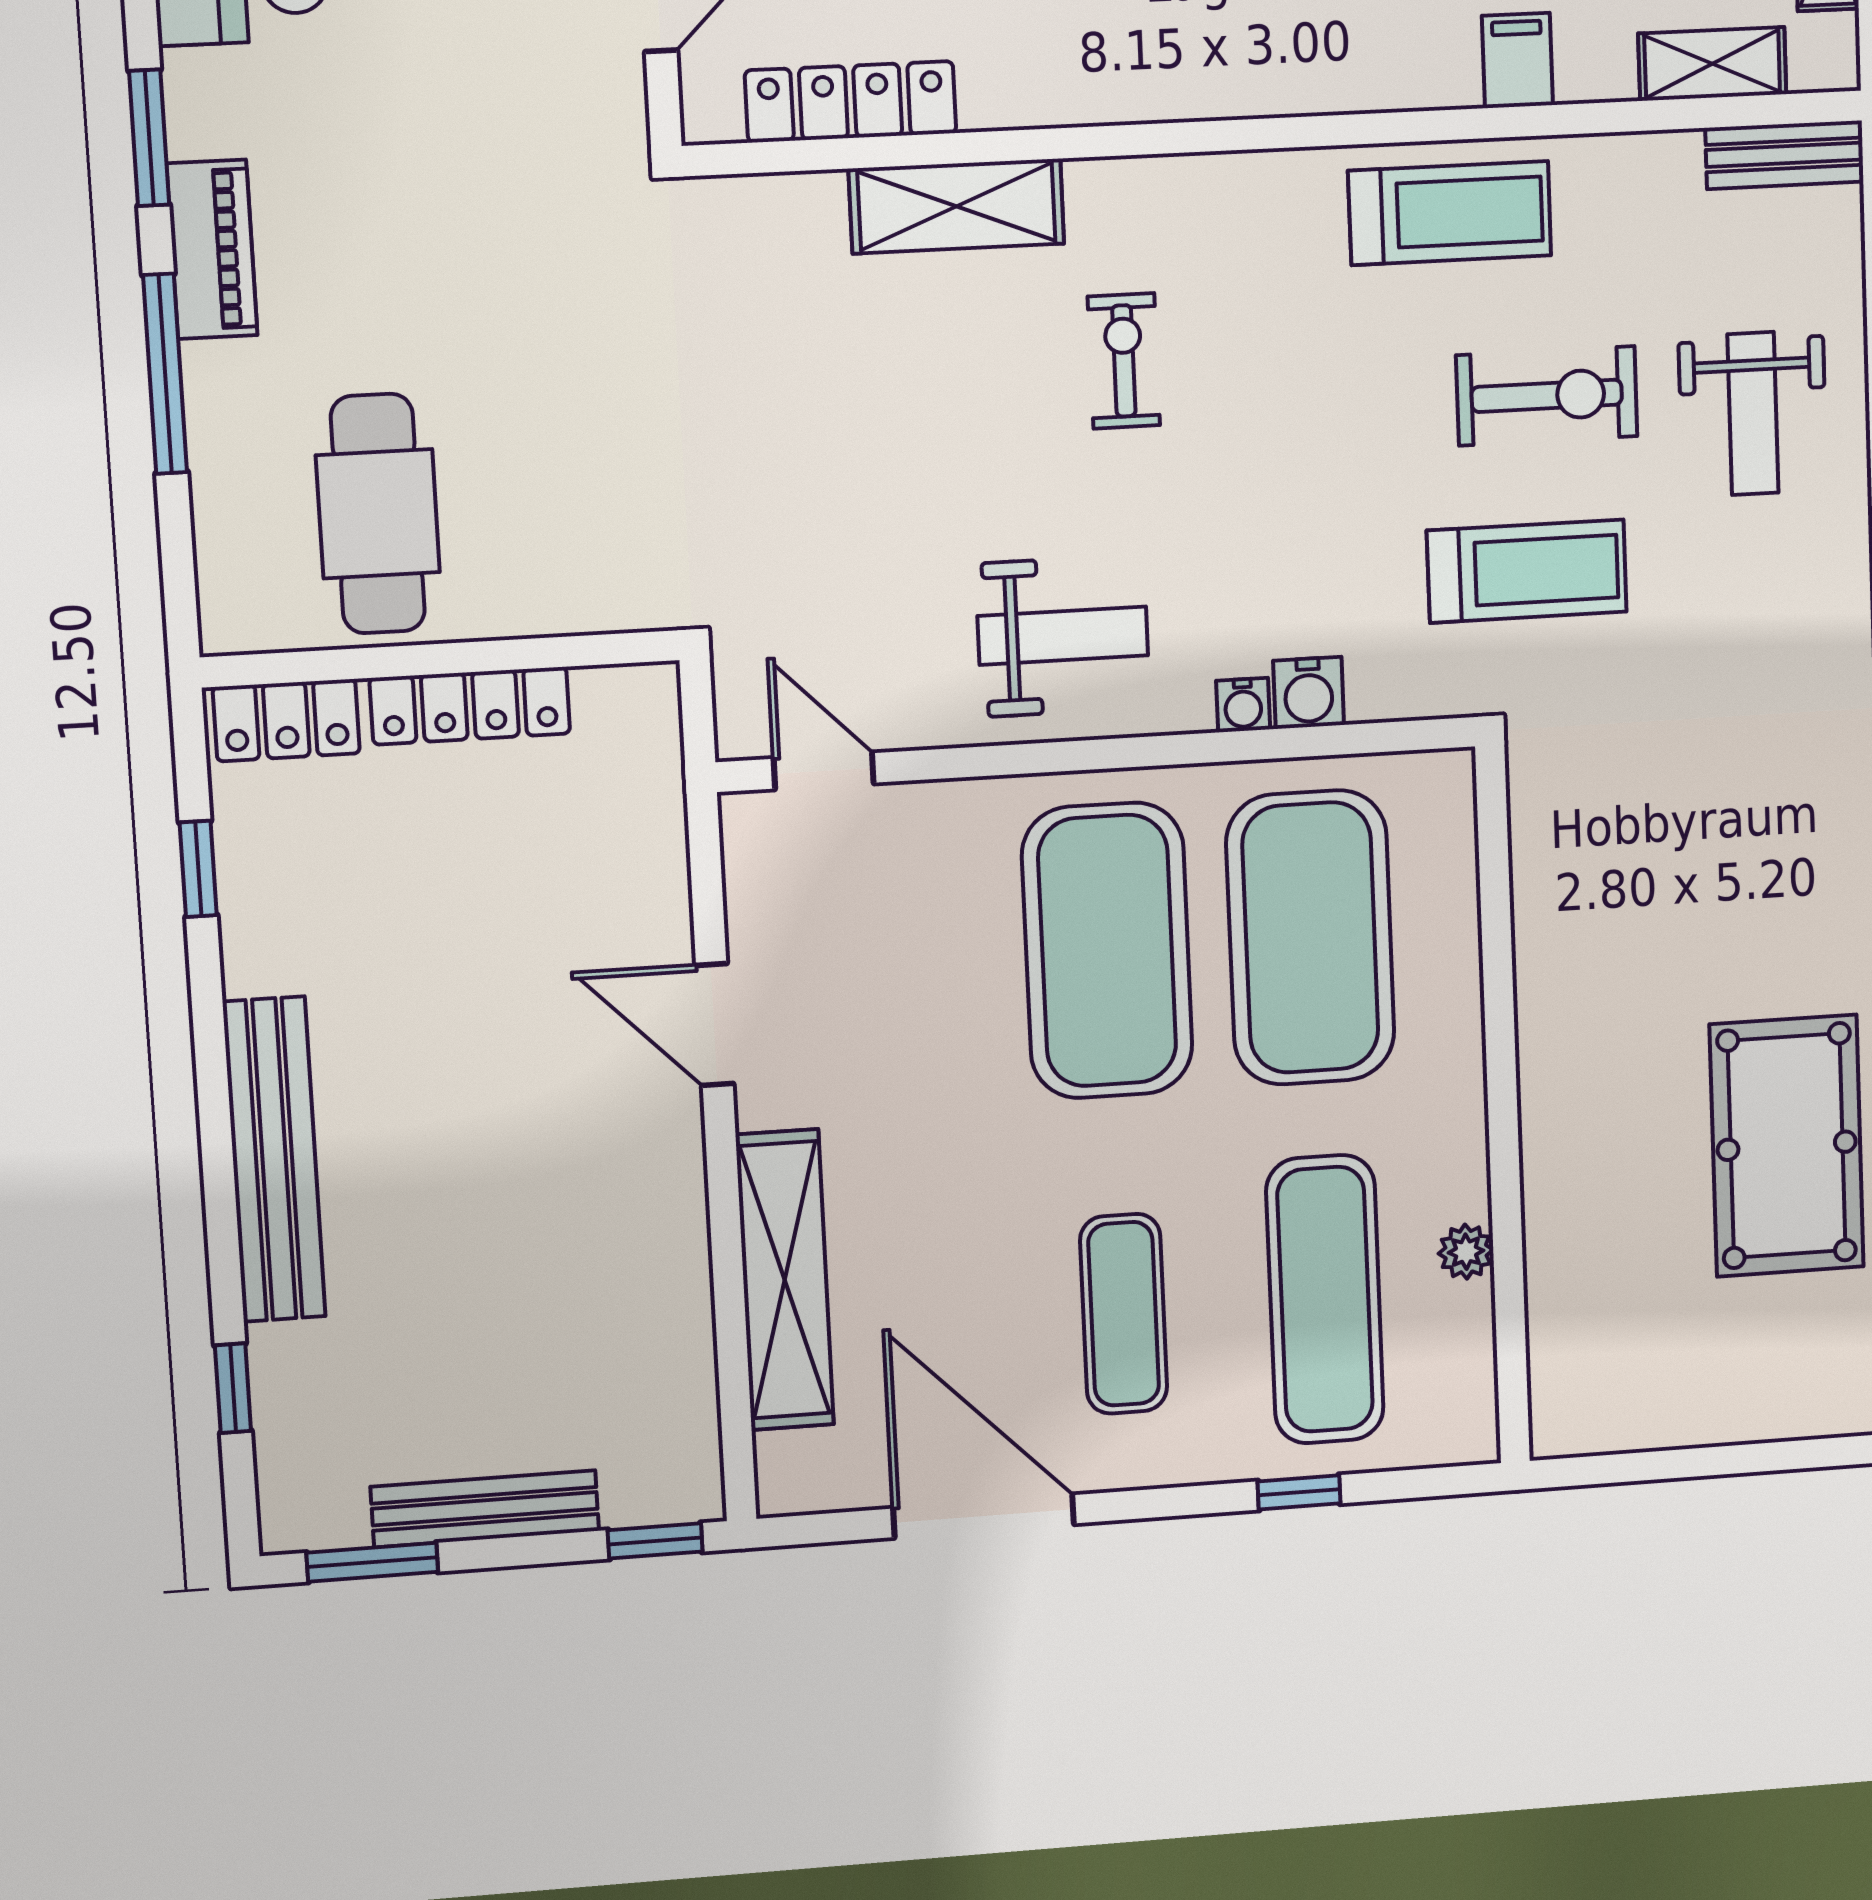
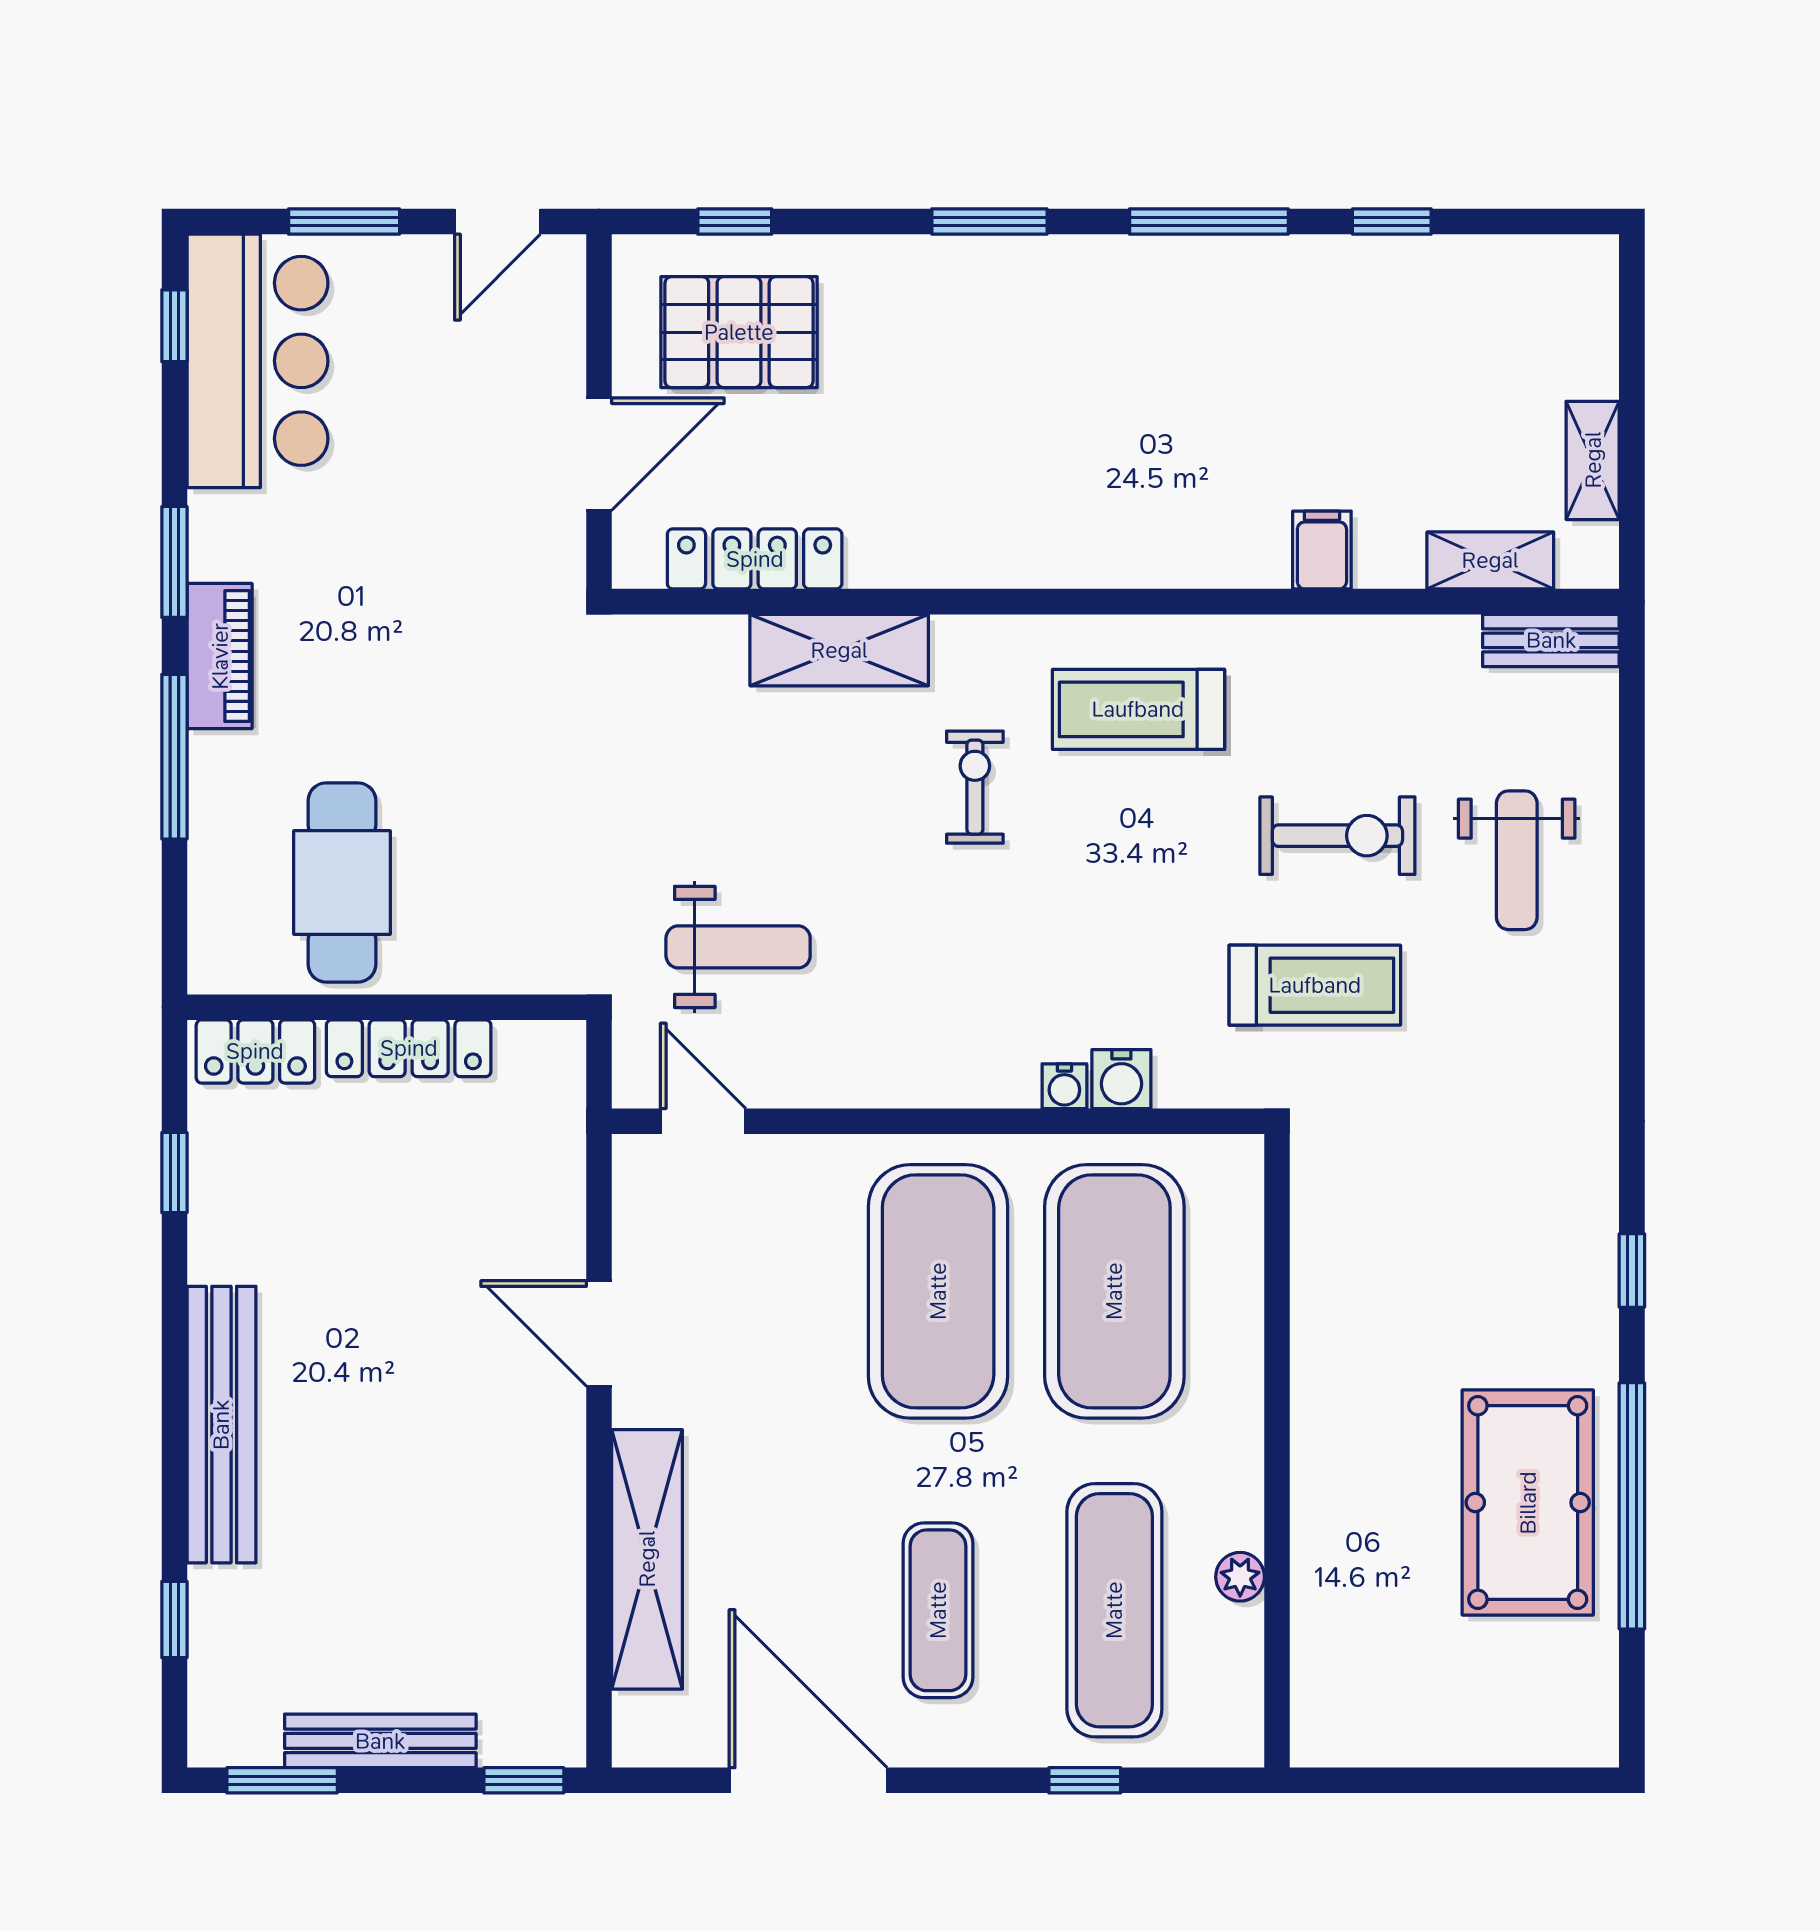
treadmill: (1450, 213) -> (1138, 709), moved, turned 180
weight bench: (1063, 636) -> (738, 947), moved

